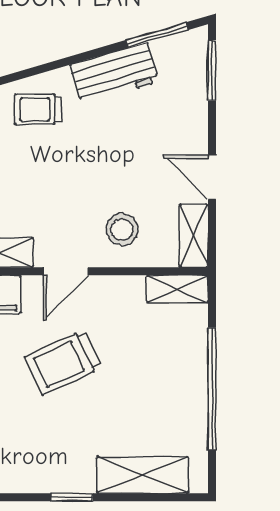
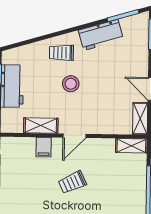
stool: (122, 230) -> (71, 84), moved
trolley: (63, 362) -> (72, 182), width x0.73, depth x0.72

